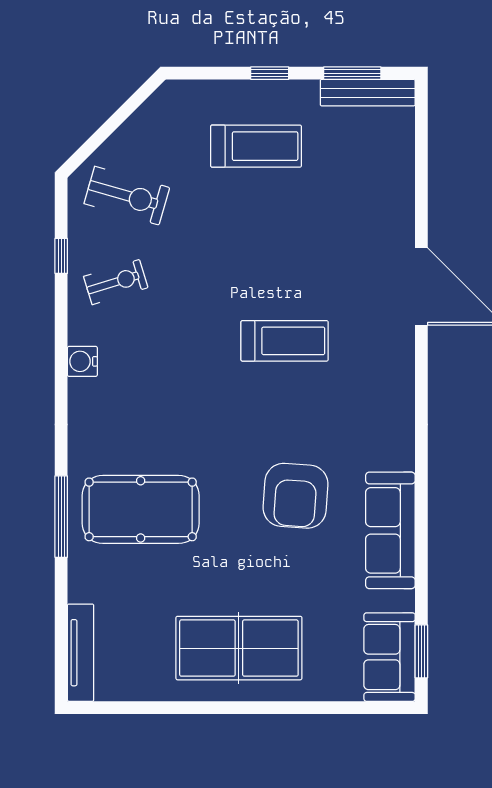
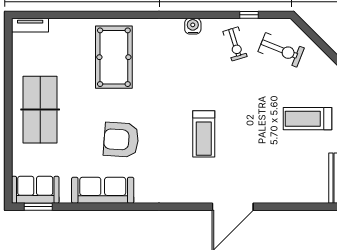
treadmill: (256, 146) -> (307, 119), turned 90
exercise bike: (127, 196) -> (281, 50), turned -84
window: (61, 517) -> (110, 15), removed
tv unit: (81, 653) -> (30, 25), width x0.71

